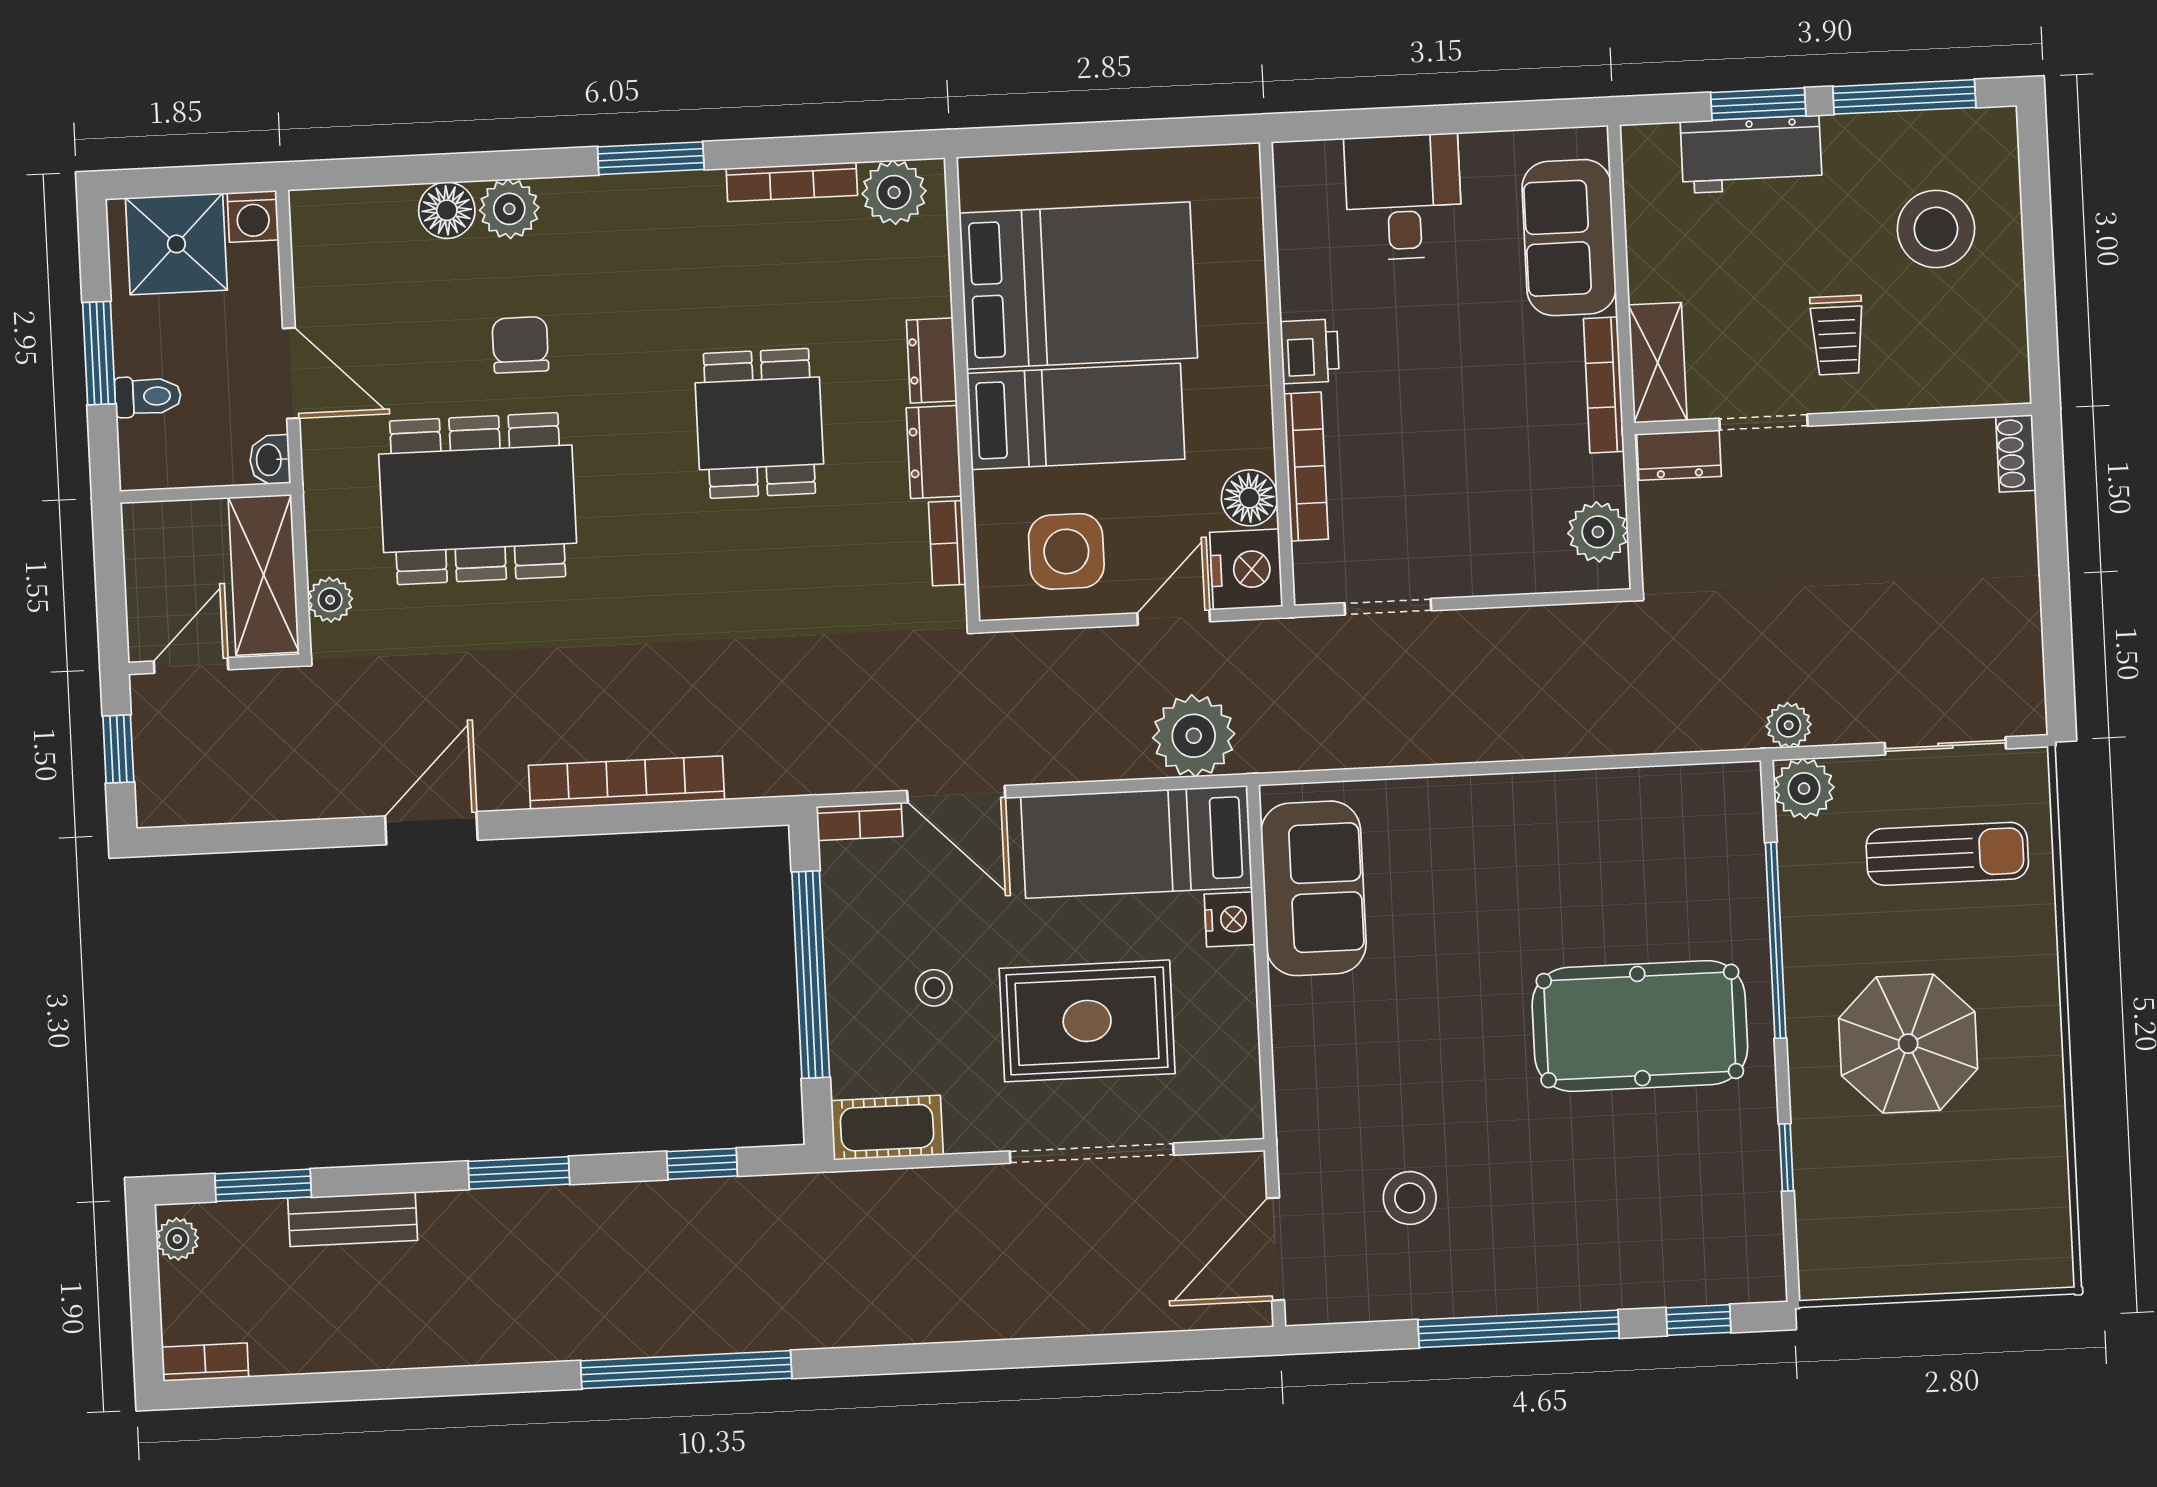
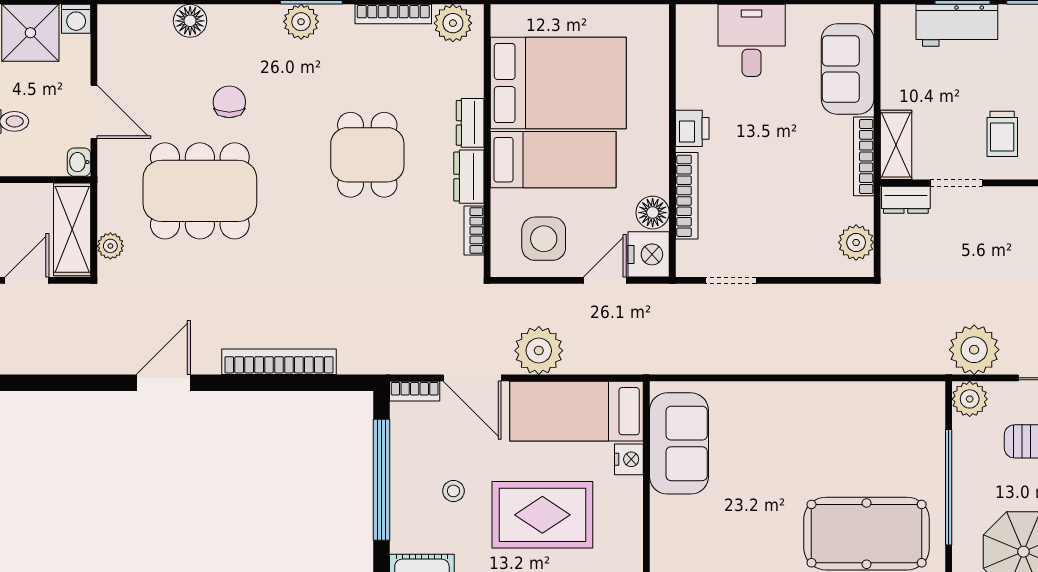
plant: (509, 209) -> (301, 22), moved
plant: (1789, 725) -> (974, 350), width x1.88, depth x1.88
plant: (1194, 736) -> (539, 351), moved

